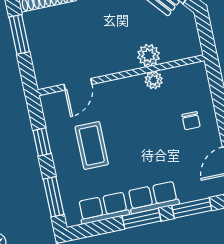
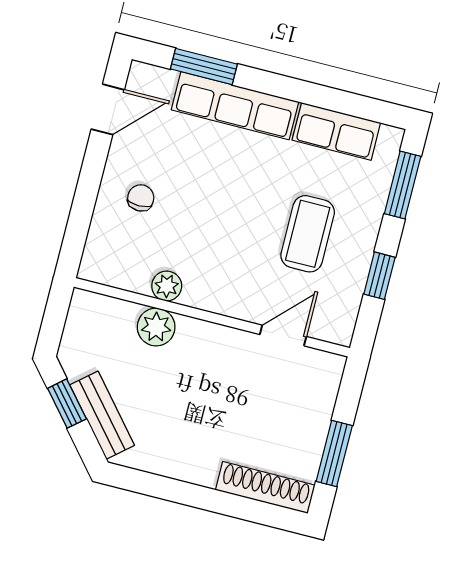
row of seats: (153, 198) -> (235, 106), width x1.48
window: (142, 219) -> (287, 88), removed

